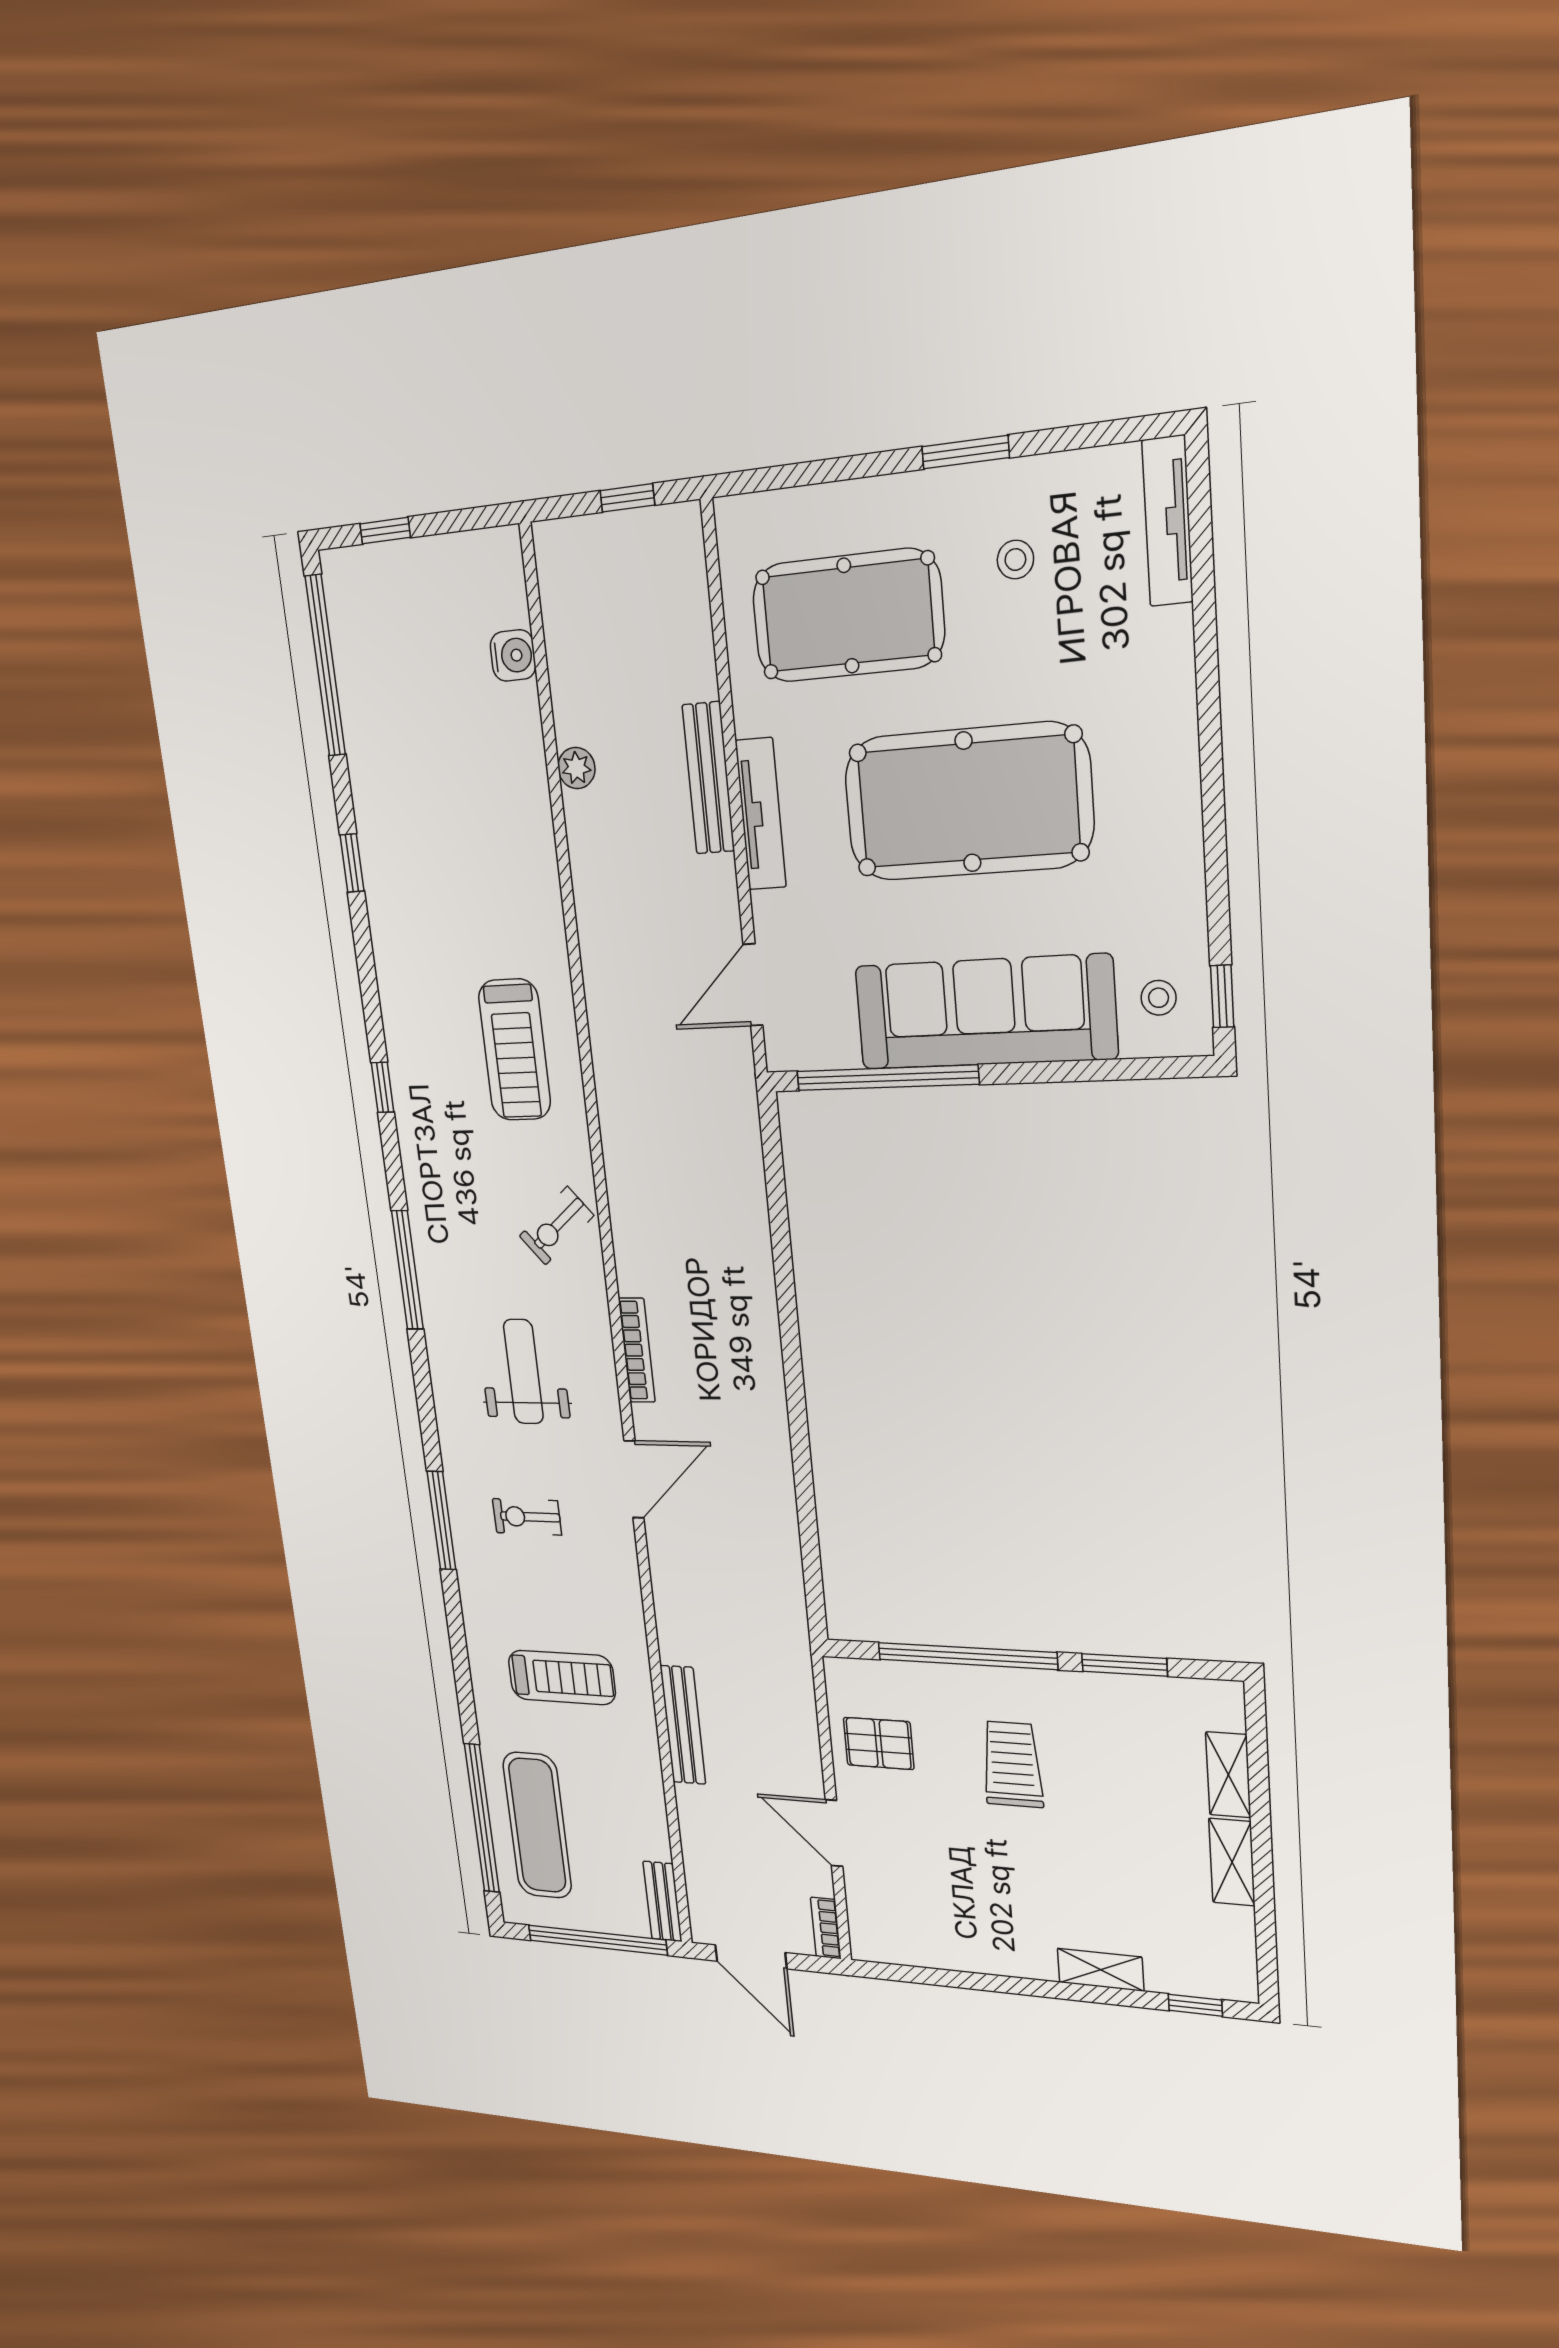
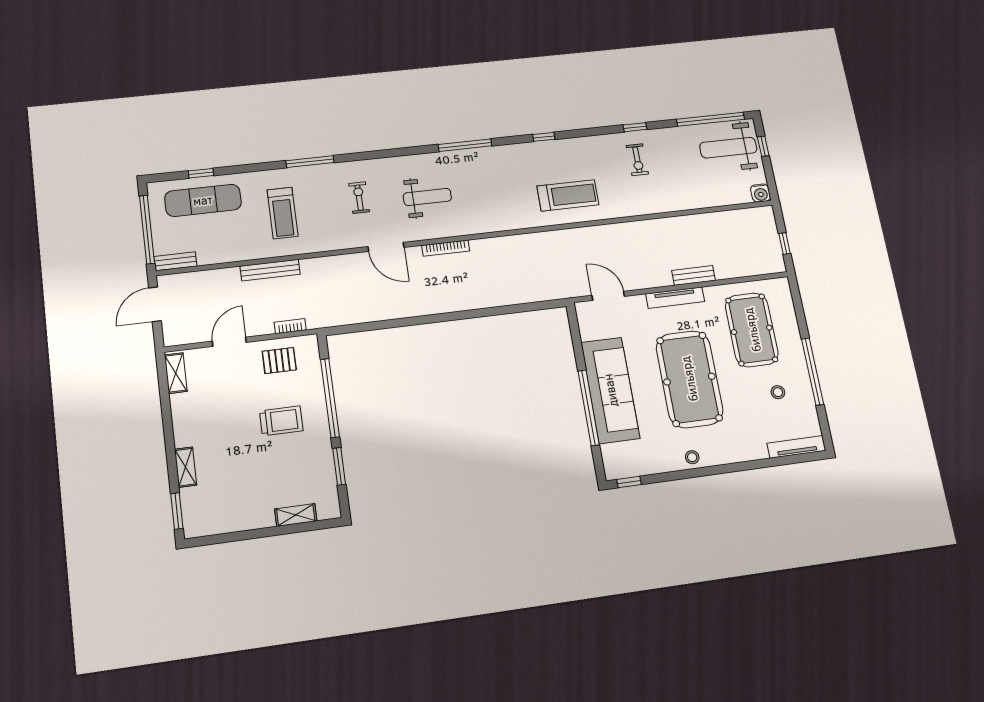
window: (965, 452) -> (813, 372), width x2.11
weight bench: (392, 626) -> (728, 148), added
water cooler: (513, 655) -> (761, 193), moved
plant: (576, 768) -> (684, 223), removed
bench: (708, 778) -> (694, 276), width x0.73
stool: (1159, 998) -> (692, 457), moved
treadmill: (515, 1050) -> (568, 195), turned 180
window: (887, 1078) -> (589, 408), moved
exercise bike: (556, 1226) -> (637, 160), moved, turned -140
window: (441, 1521) -> (310, 162), moved
pallet: (879, 1743) -> (279, 361), turned 90
window: (482, 1818) -> (201, 173), width x0.32
shelving: (1232, 1862) -> (176, 373), moved, turned 90
bookcase: (826, 1928) -> (290, 326), moved
window: (1195, 2005) -> (177, 511), width x1.50

